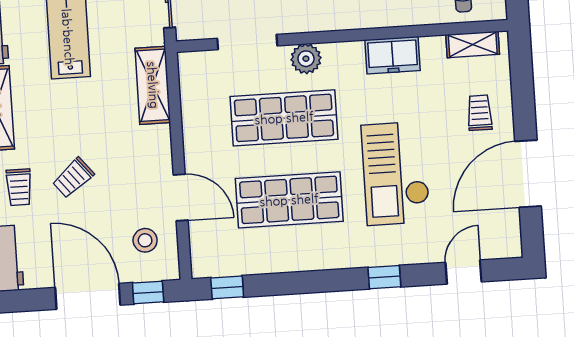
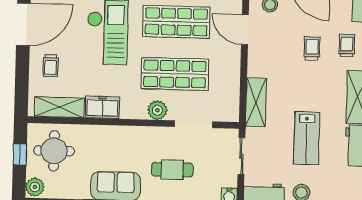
shelving: (473, 44) -> (59, 107), width x1.50, depth x1.33
trolley: (73, 178) -> (312, 48), turned -51

